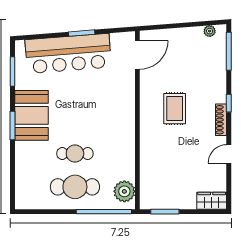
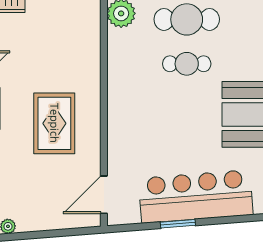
rug: (175, 109) -> (54, 123), width x1.36, depth x1.43

